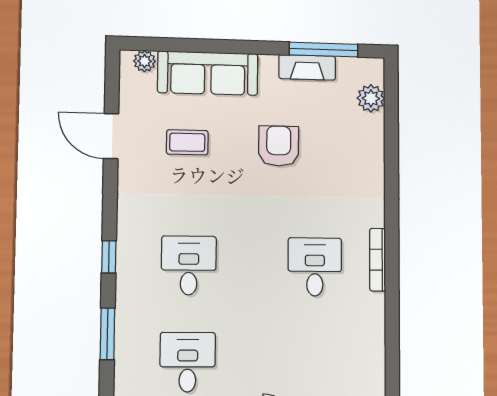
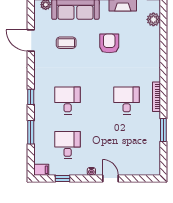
window: (392, 330) -> (163, 130), added

